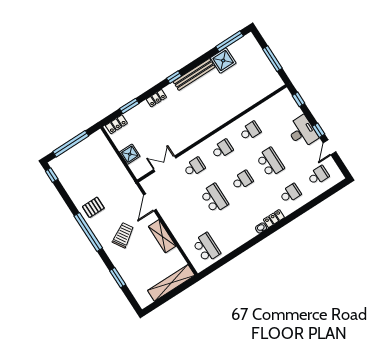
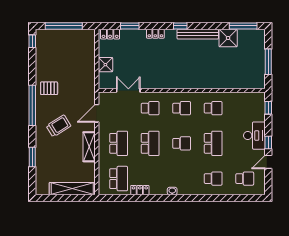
school desk: (186, 216) -> (119, 143), added
locker: (274, 219) -> (140, 190), moved

